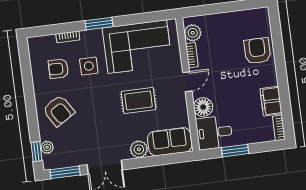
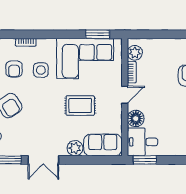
window: (99, 24) -> (98, 34), moved
armchair: (58, 69) -> (14, 69), turned -90
window: (235, 151) -> (145, 160), moved

